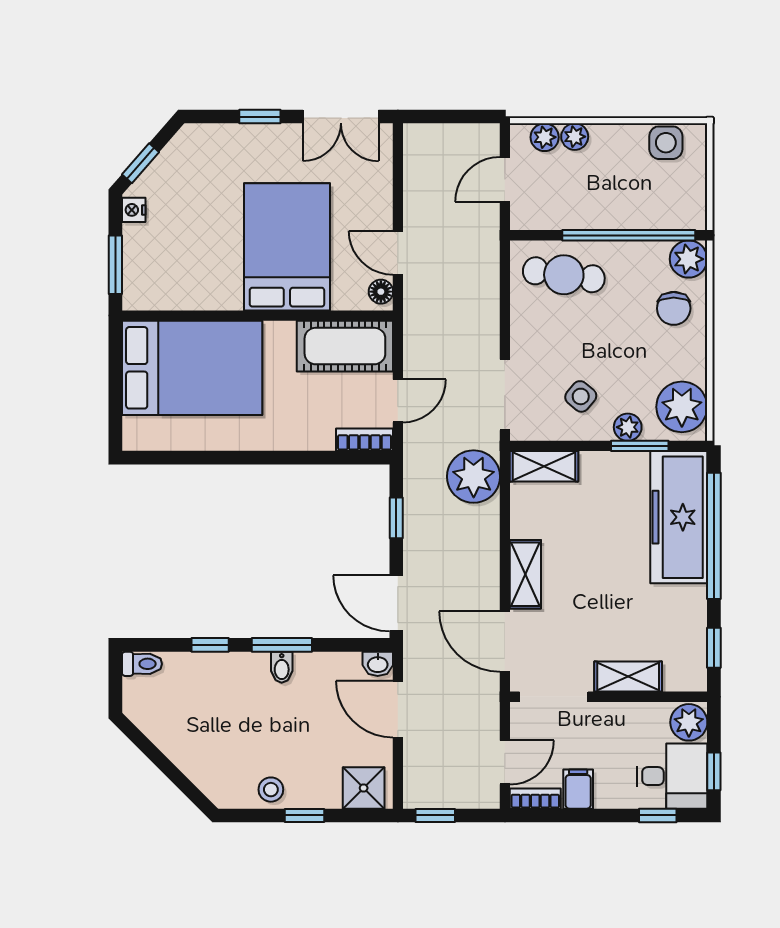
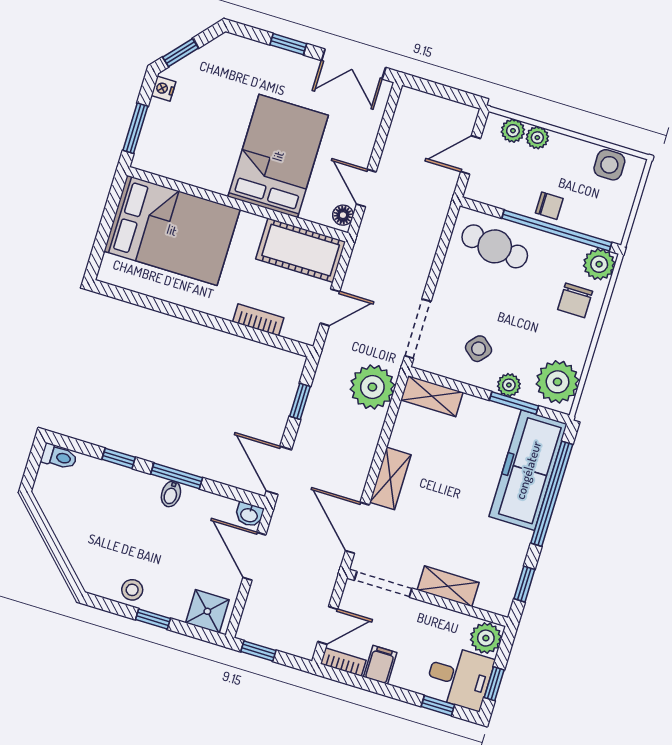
chair: (612, 210) -> (549, 206), added
bookcase: (365, 440) -> (258, 320), moved

